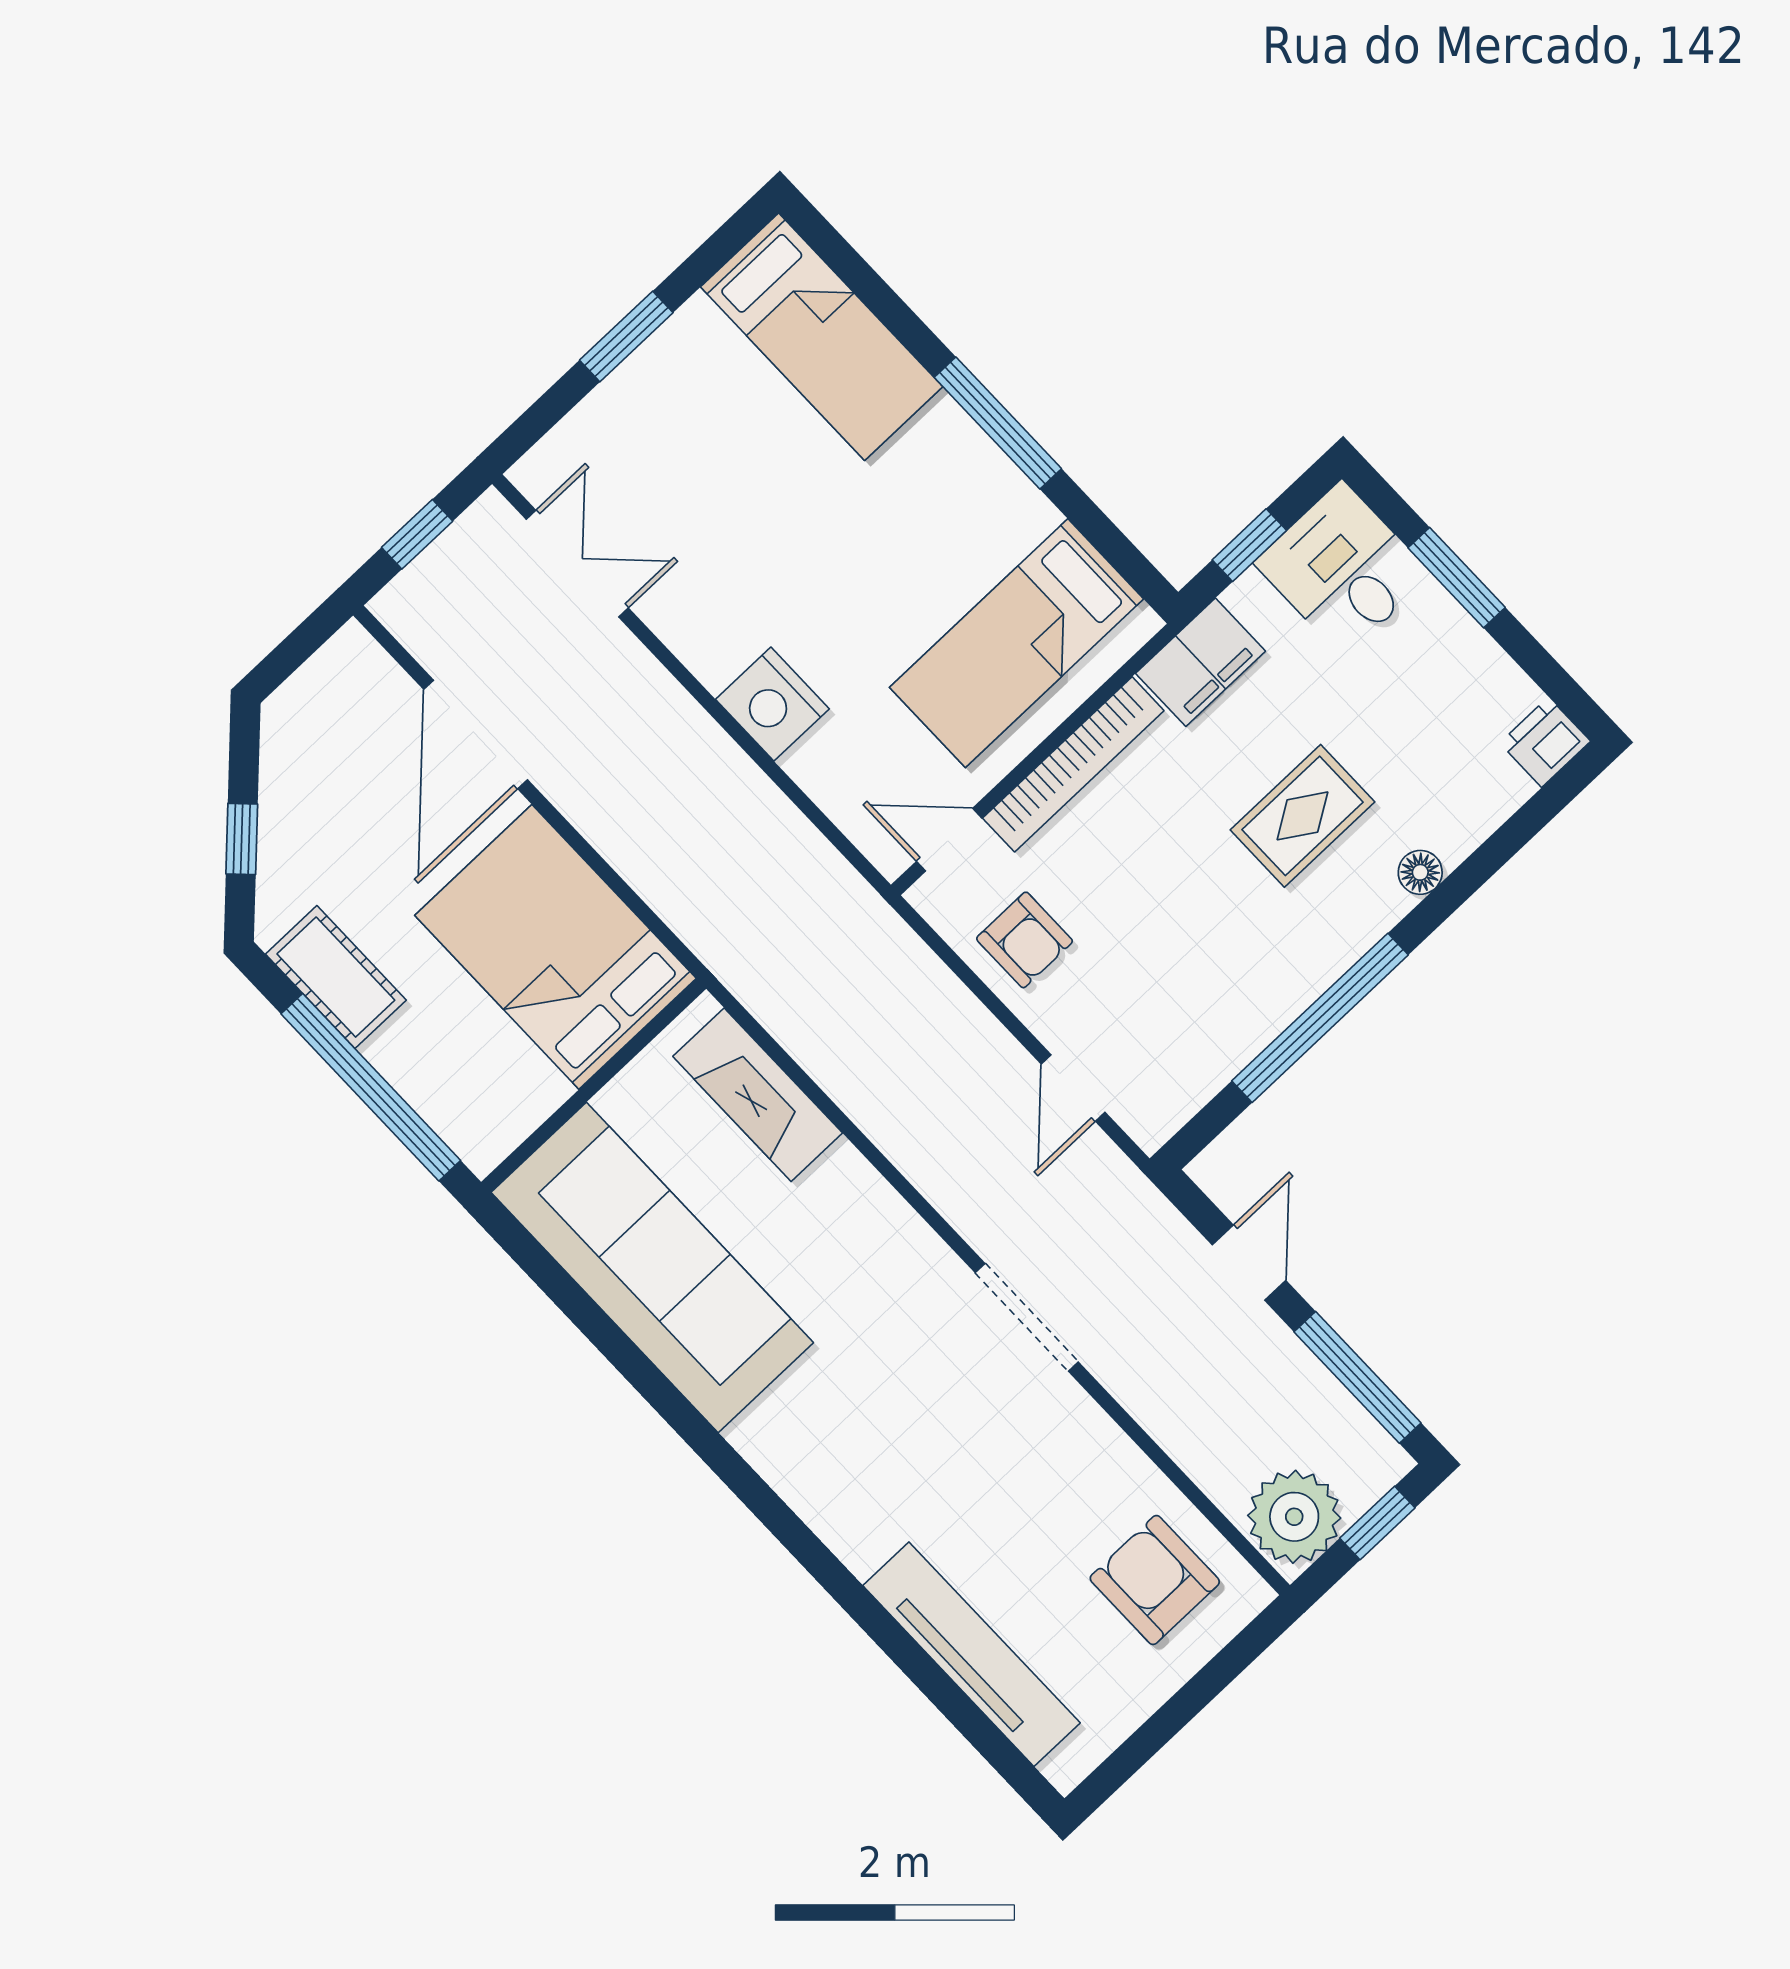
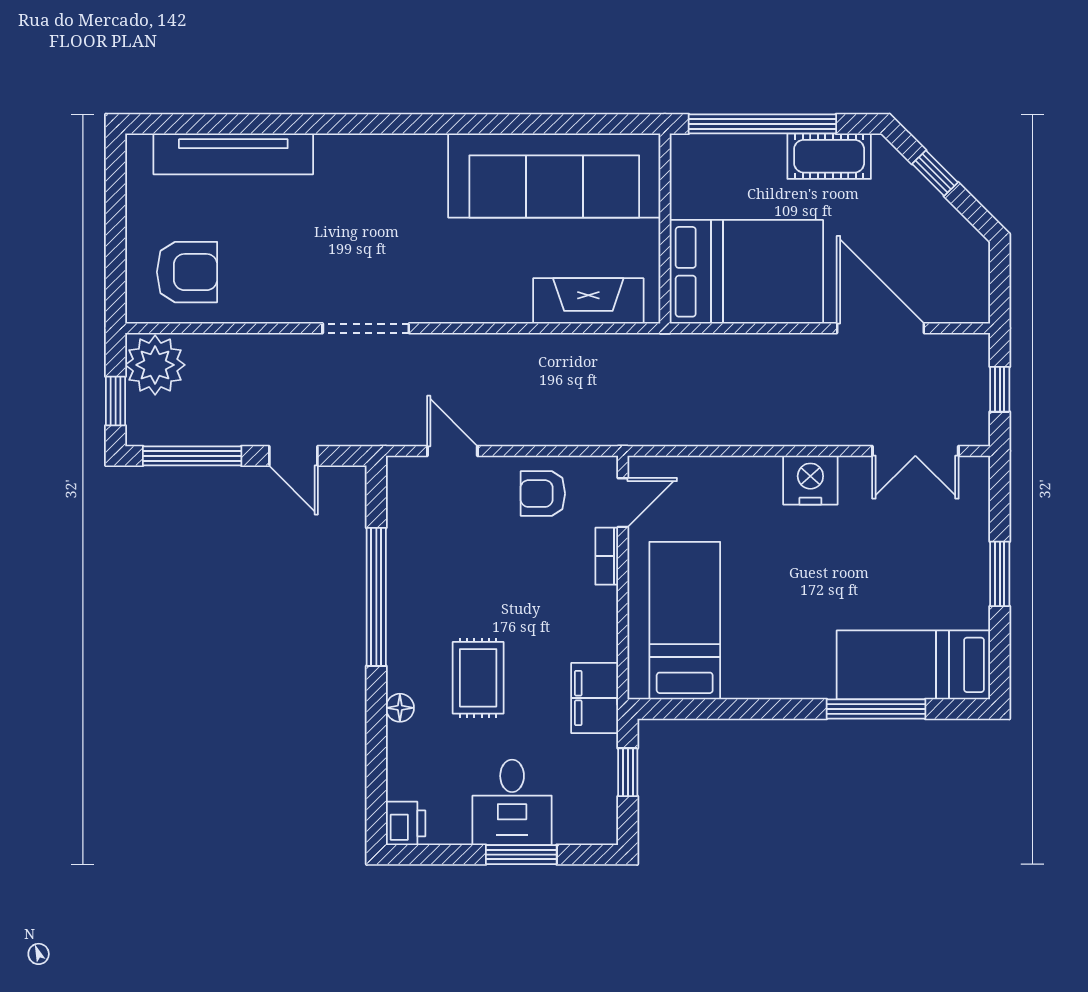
window: (998, 423) -> (876, 709), moved
desk: (1343, 569) -> (512, 802), moved, turned 90
nightstand: (772, 704) -> (810, 480), moved
bookcase: (1073, 764) -> (607, 556), width x0.43, depth x0.76

